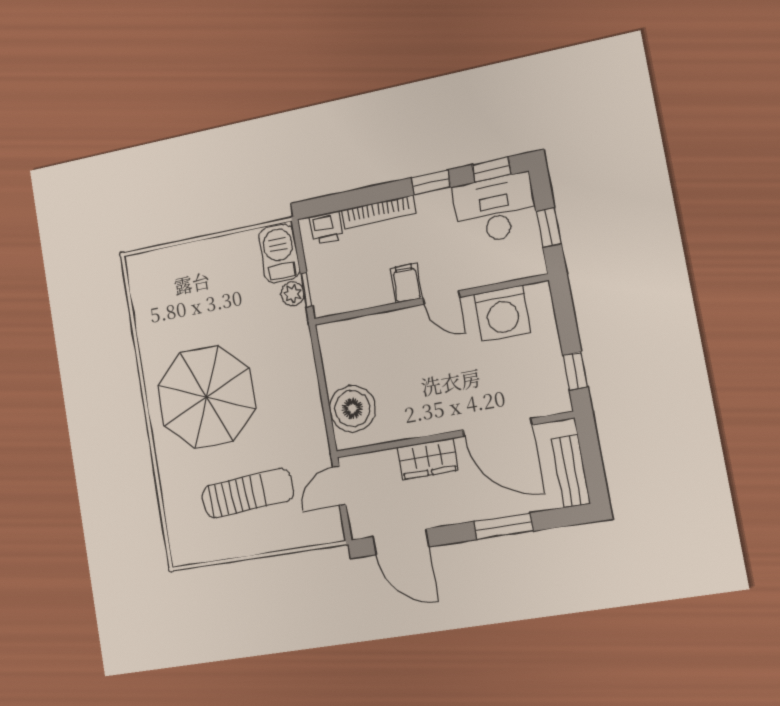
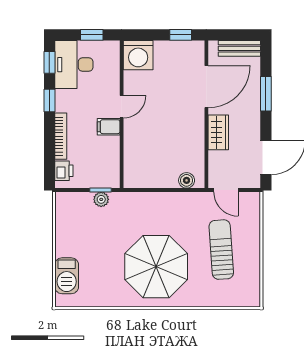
barbecue: (279, 254) -> (67, 276), moved, turned -90
washing machine: (502, 313) -> (138, 55), moved, turned 90
boiler: (352, 409) -> (187, 180), width x0.54, depth x0.54

